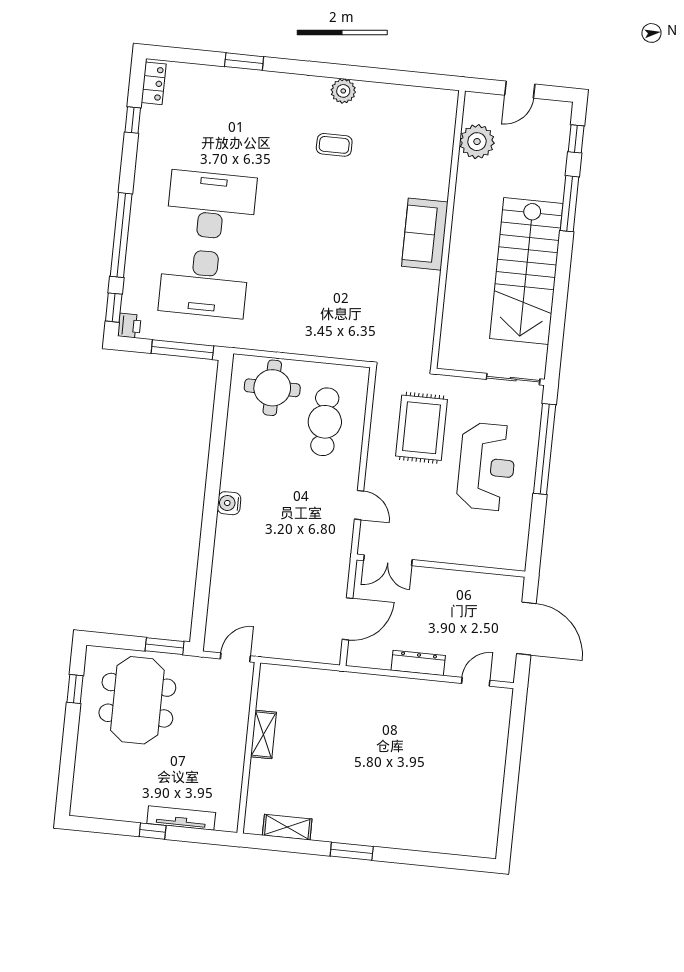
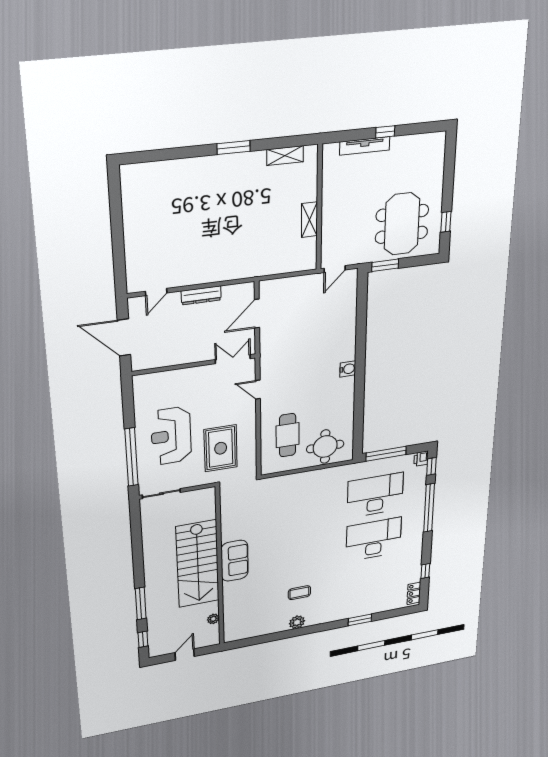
plant: (477, 142) -> (213, 619), width x0.53, depth x0.53
desk: (212, 205) -> (374, 539), turned 180
stairs: (526, 271) -> (198, 564), moved, turned 180

